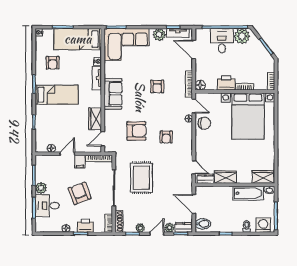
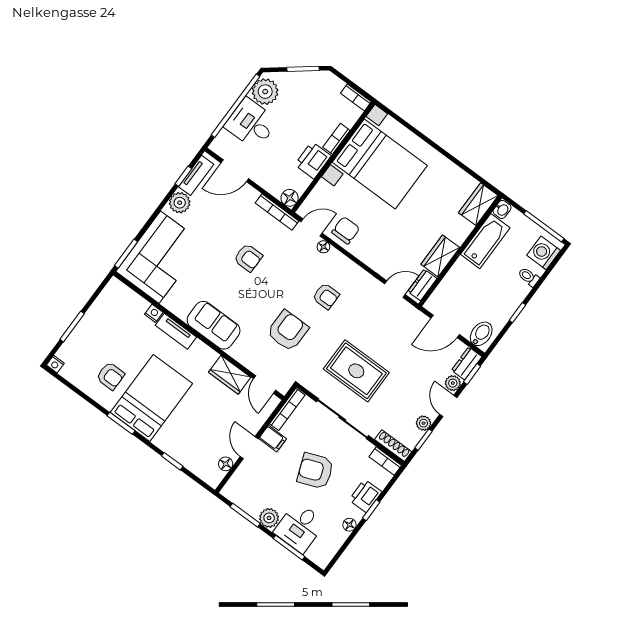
bed: (78, 39) -> (104, 318), removed
bed: (57, 95) -> (151, 398), width x1.50

